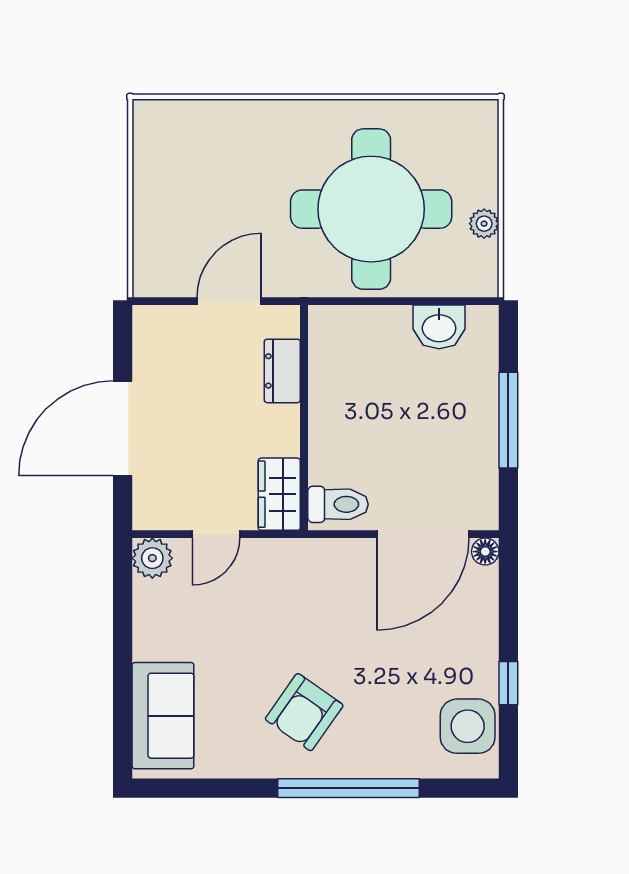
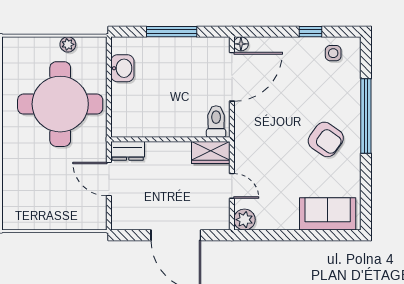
dresser: (282, 371) -> (128, 151), moved
door: (423, 534) -> (232, 77), hinge flipped
side table: (468, 726) -> (333, 53), width x0.54, depth x0.54

